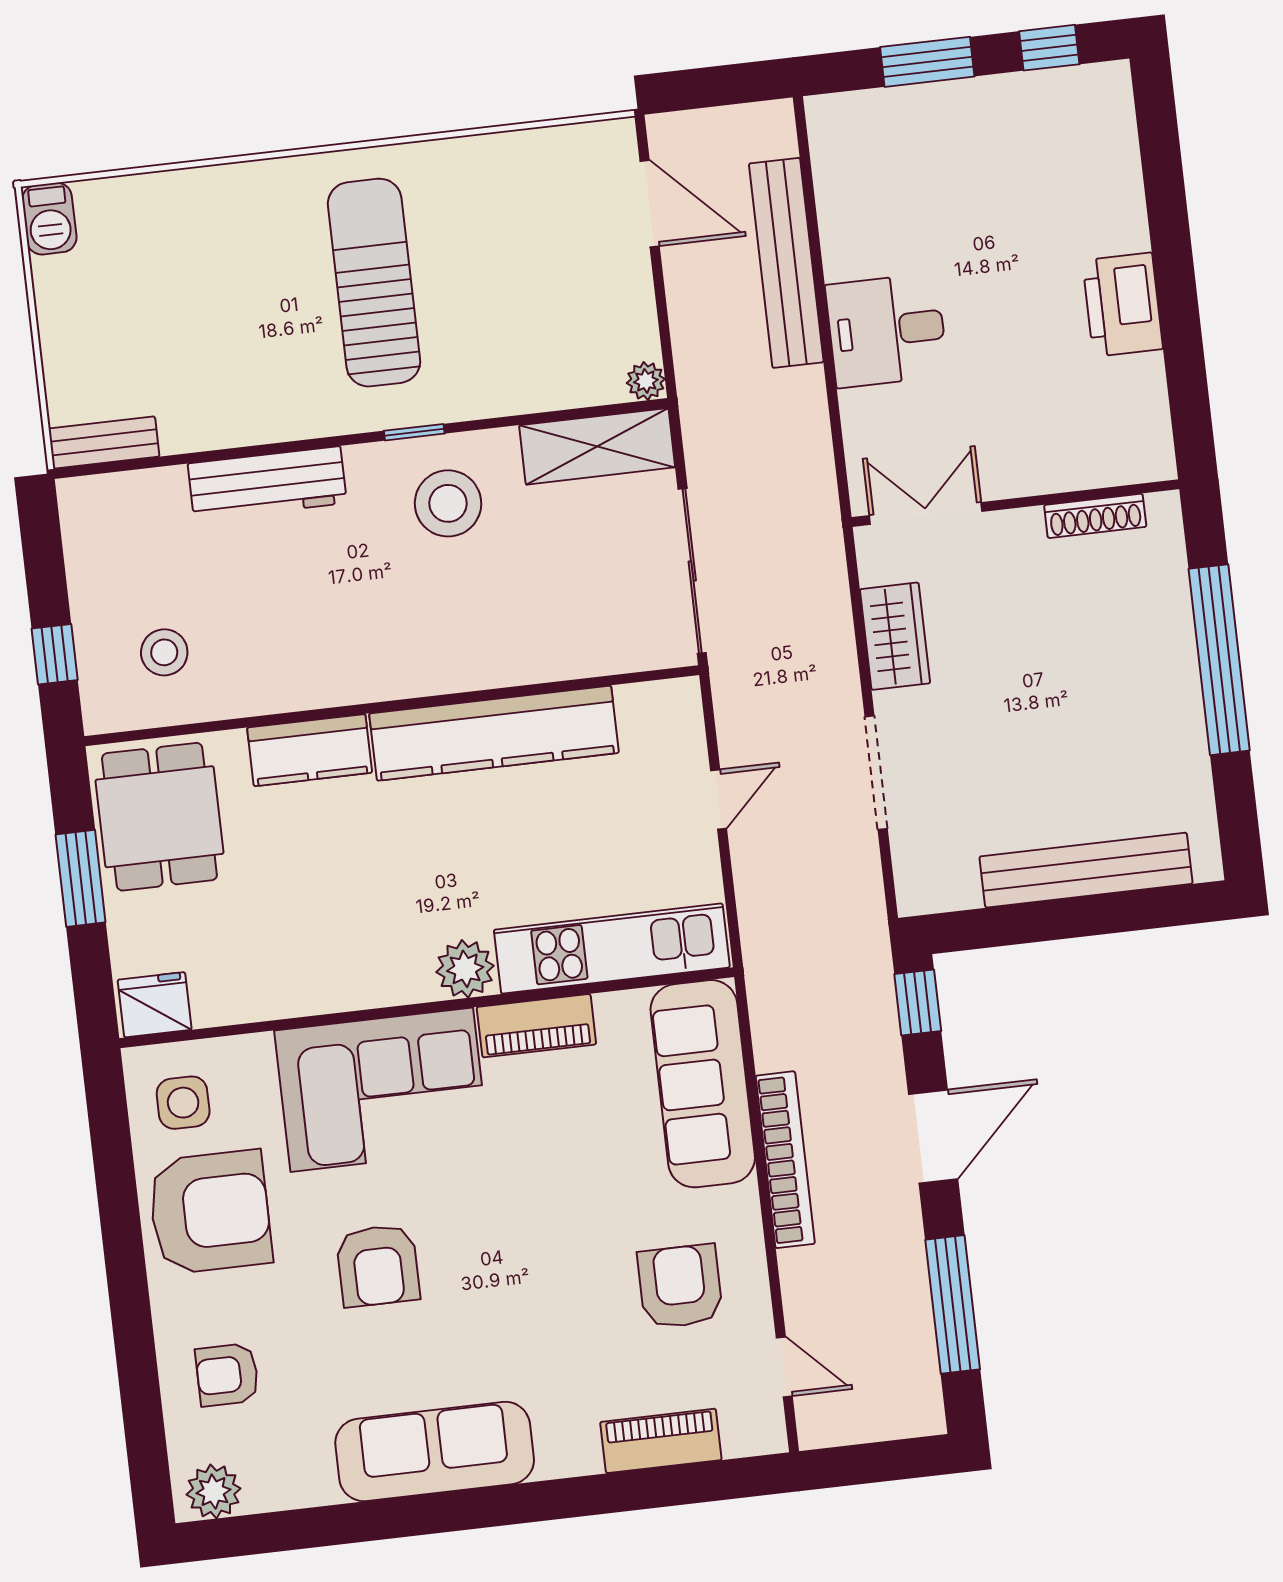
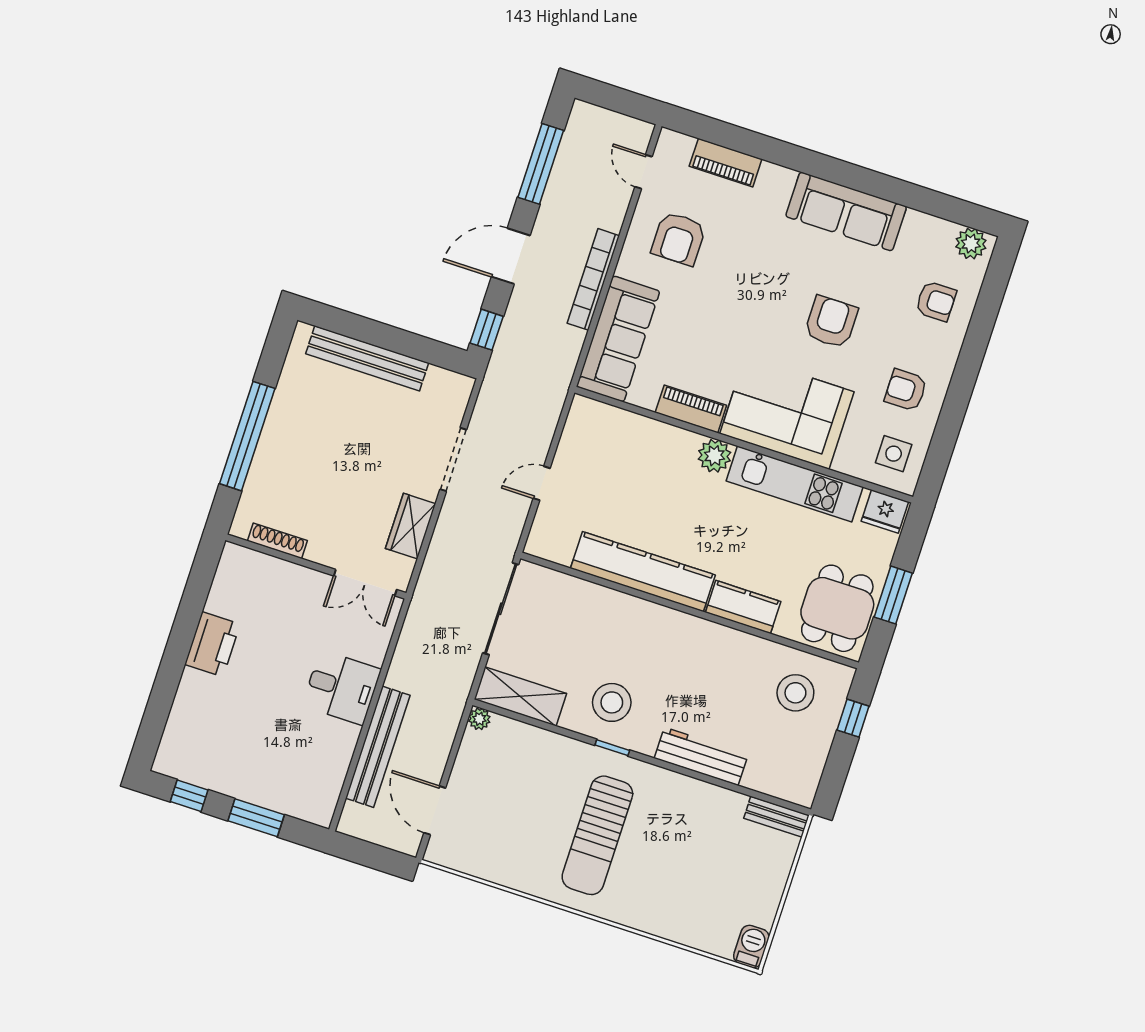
stool: (164, 652) -> (795, 693), width x1.38, depth x1.38
kitchen unit: (612, 949) -> (795, 484), moved
armchair: (210, 1212) -> (906, 390), width x0.53, depth x0.53

